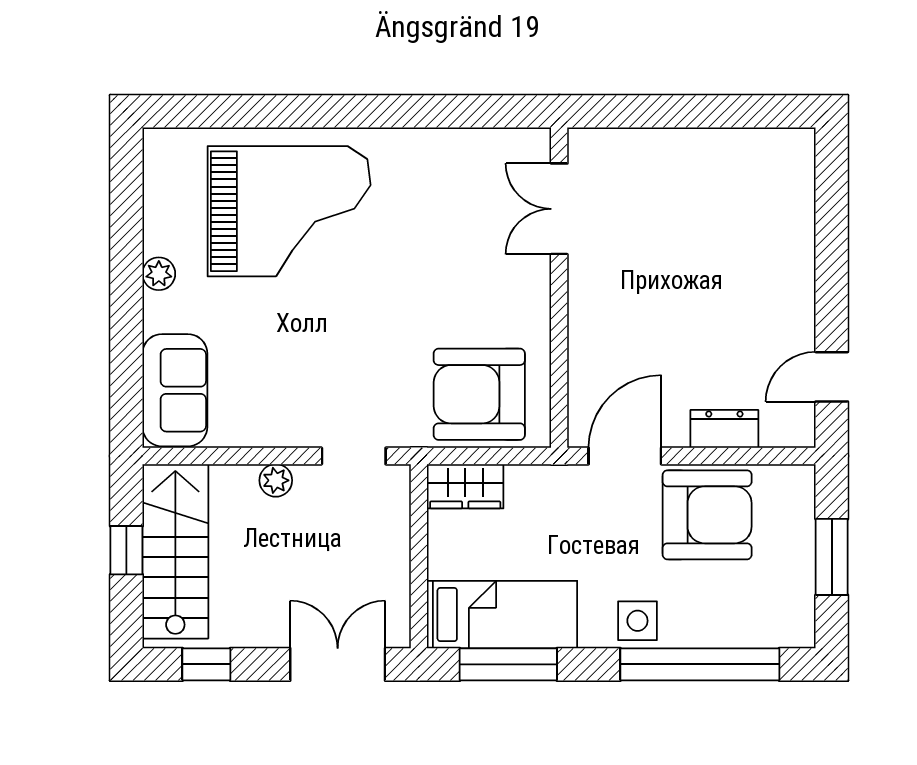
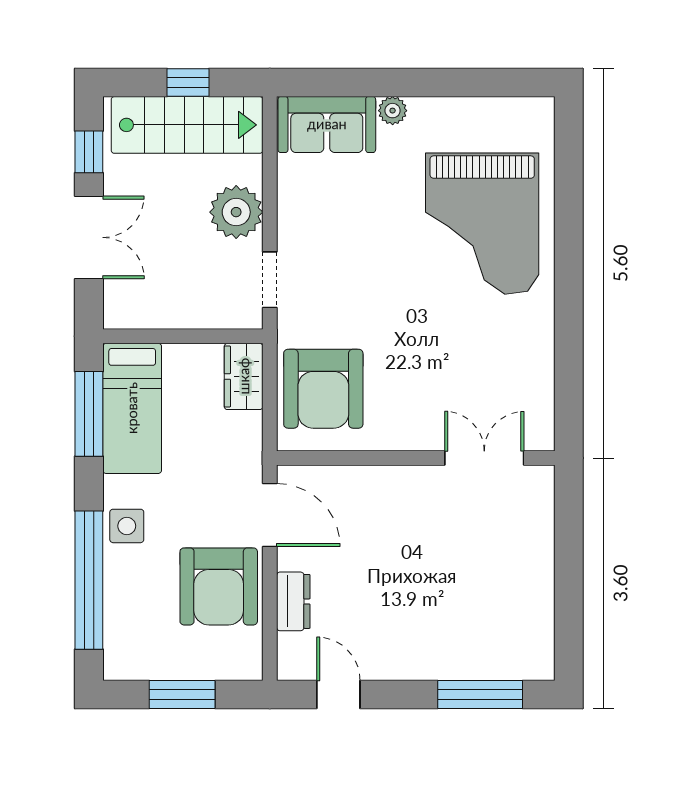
window: (832, 214) -> (480, 694), added
plant: (159, 274) -> (393, 111), moved
armchair: (479, 394) -> (323, 389), turned 180
plant: (276, 480) -> (236, 212), width x1.87, depth x1.87
double door: (338, 664) -> (89, 237), moved

